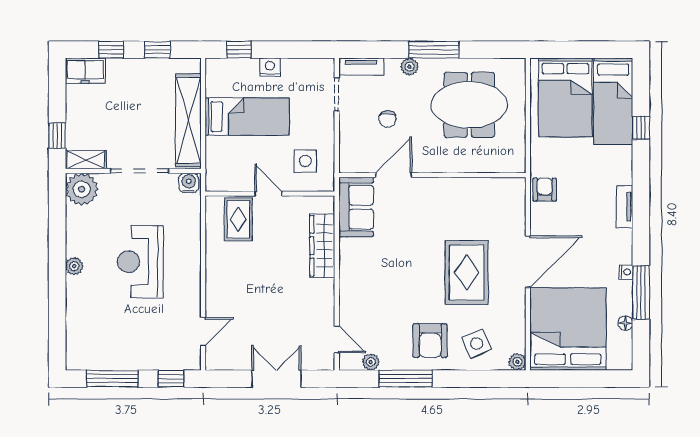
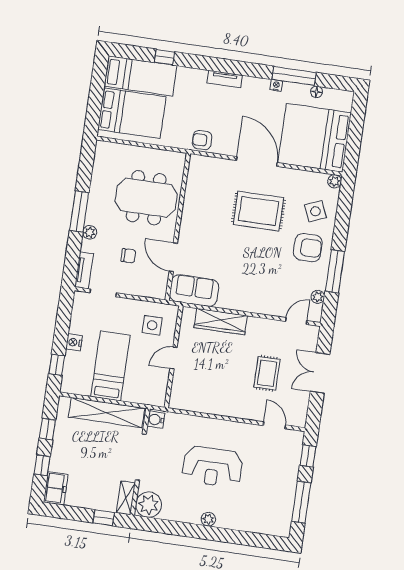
meeting table: (469, 105) -> (146, 198), moved, turned 90
rug: (238, 219) -> (267, 373), moved, turned 90

